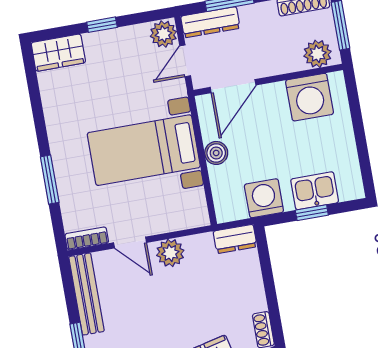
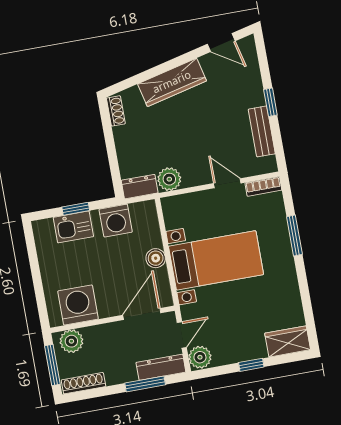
plant: (170, 253) -> (169, 179), moved
bench: (87, 294) -> (262, 131), width x0.73

